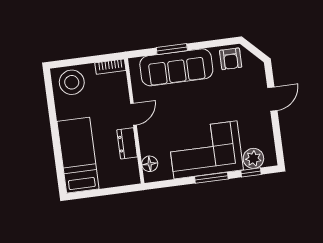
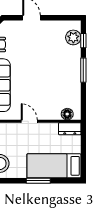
window: (55, 137) -> (38, 181), added
dresser: (127, 143) -> (70, 129), moved
corner sofa: (205, 150) -> (62, 72), removed

